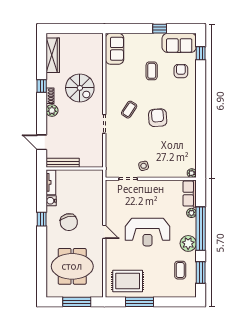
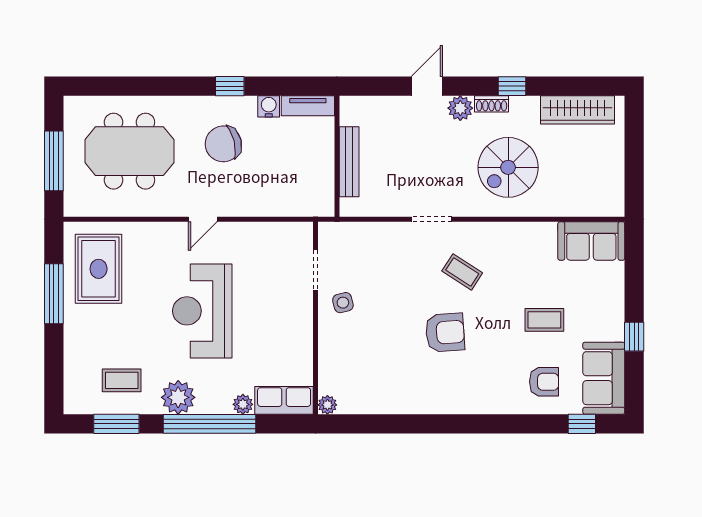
door: (42, 142) -> (427, 86), moved
bench: (63, 163) -> (349, 162), moved
meeting table: (72, 266) -> (129, 151), turned 90

